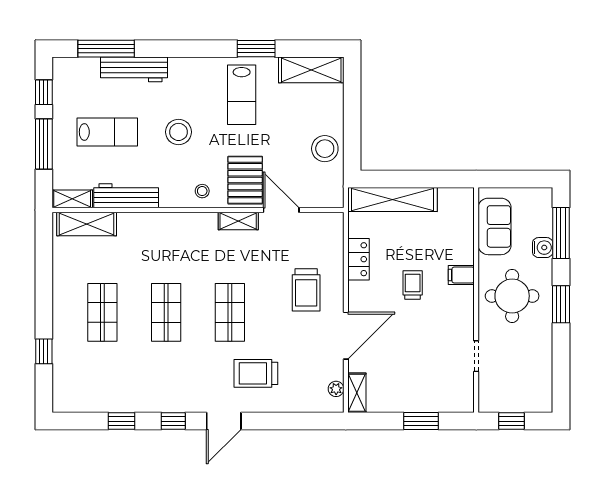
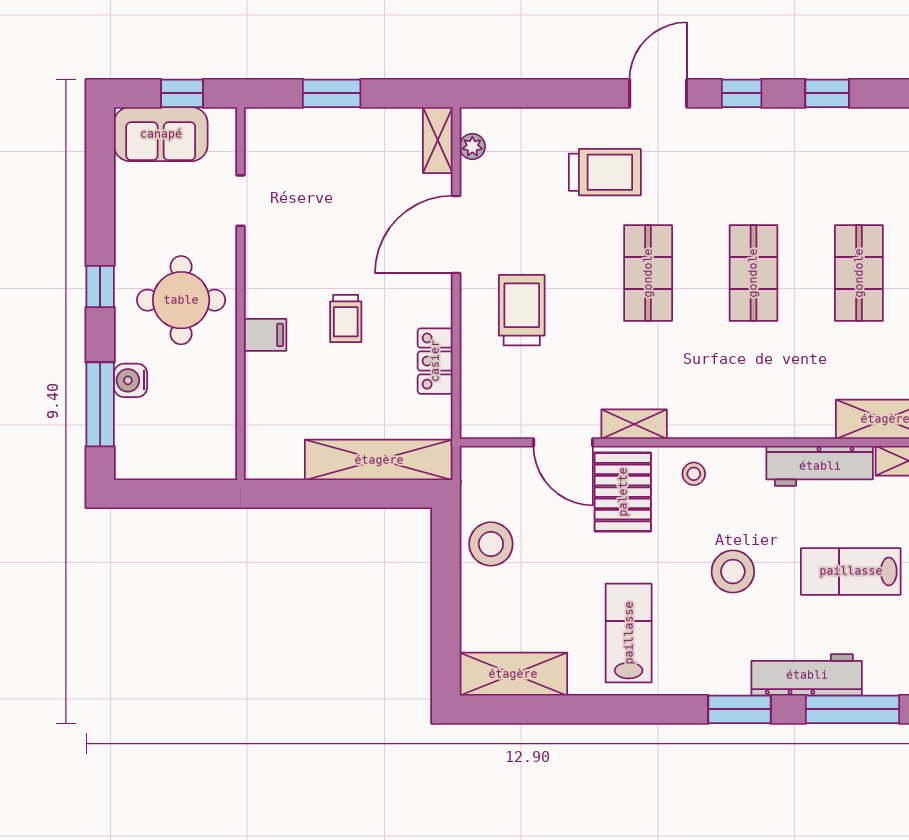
window: (256, 49) -> (739, 709), moved
sofa: (495, 226) -> (161, 134), moved, turned -90
window: (561, 304) -> (100, 287), width x0.67

